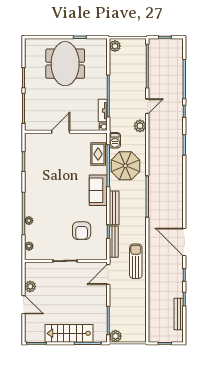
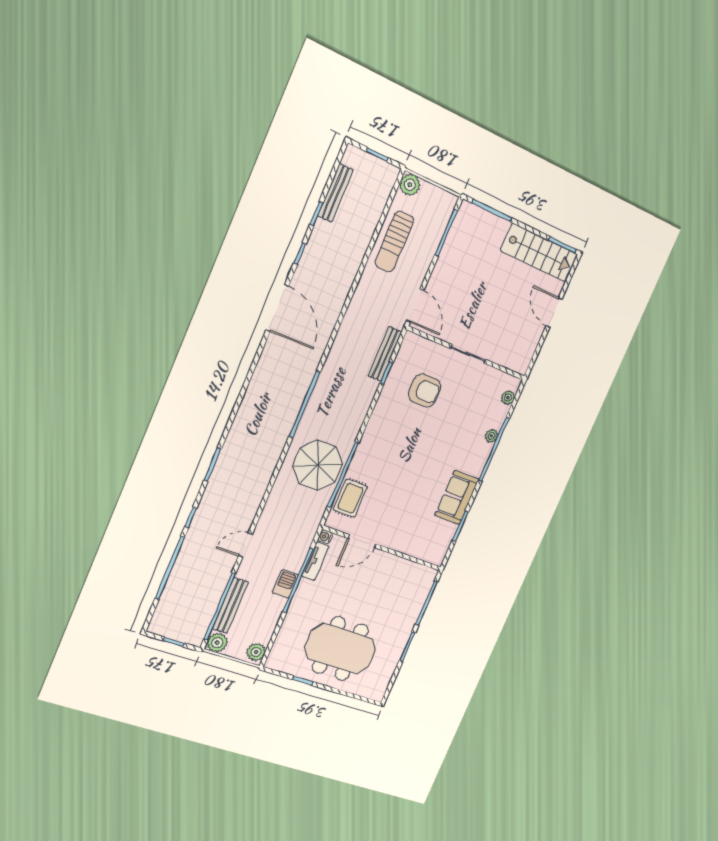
meeting table: (65, 64) -> (340, 649), turned 90
plant: (140, 126) -> (217, 643), moved
door: (61, 132) -> (362, 541), moved
barbecue: (115, 140) -> (285, 584), moved
sofa: (98, 190) -> (457, 497), moved, turned 180
bench: (114, 208) -> (230, 606), moved
armchair: (82, 231) -> (425, 390), turned 90
sun lounger: (136, 261) -> (394, 242), moved
door: (108, 274) -> (415, 306), hinge flipped
plant: (30, 286) -> (533, 336), removed
stairs: (69, 333) -> (539, 253), moved
plant: (115, 336) -> (410, 185), moved

